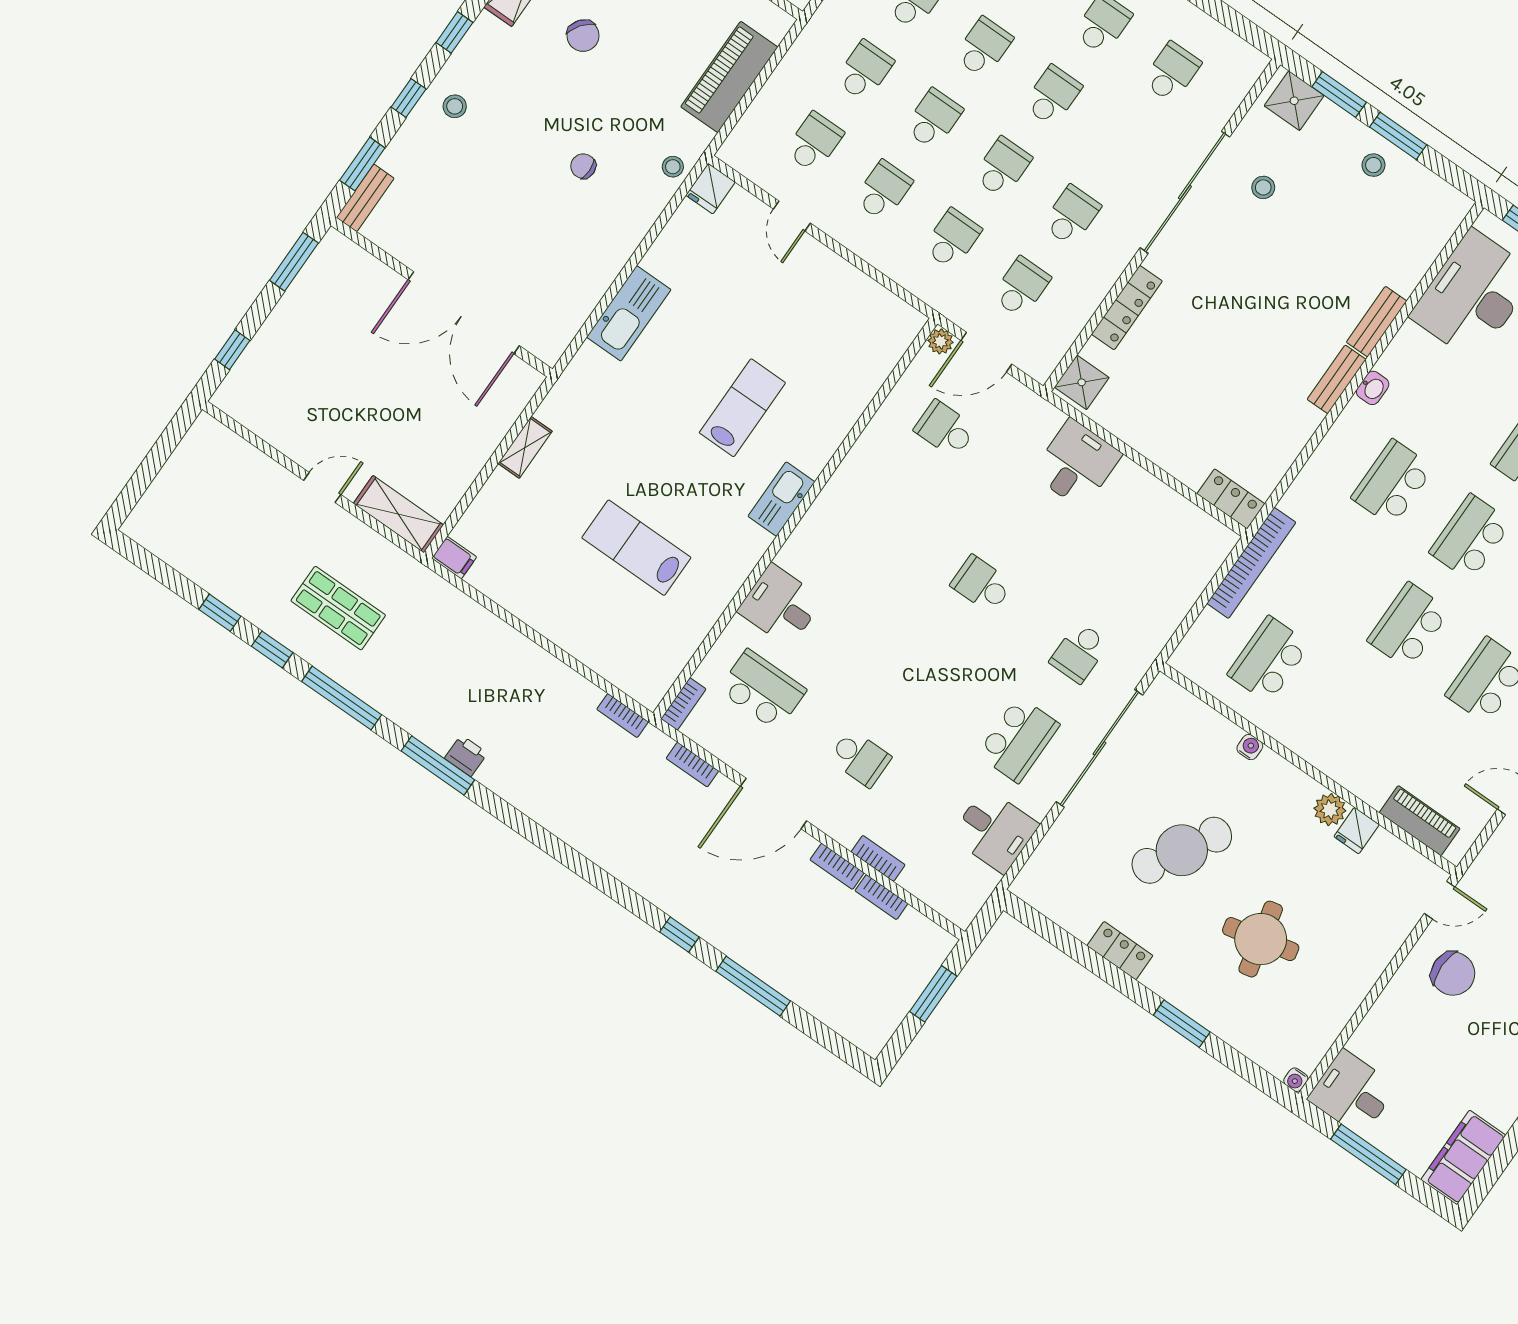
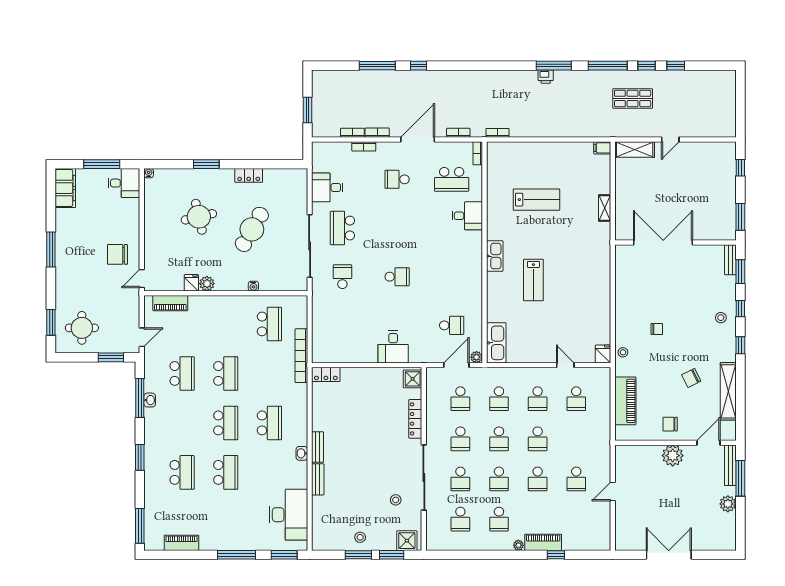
chair: (583, 36) -> (691, 378), turned -63
school desk: (864, 71) -> (460, 479), moved
kitchen sink: (629, 313) -> (496, 343), moved, turned 180

